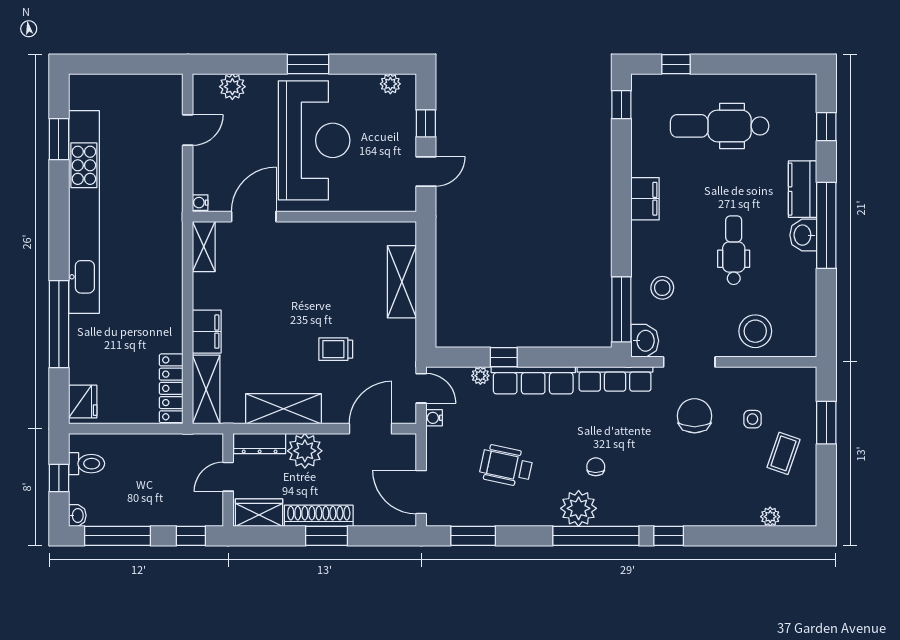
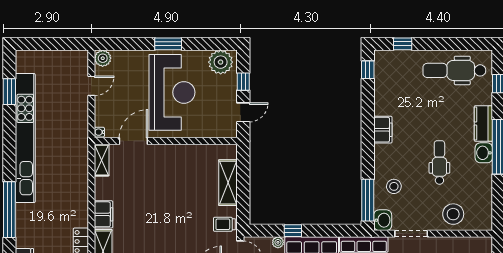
plant: (390, 84) -> (221, 62), width x1.88, depth x1.88
plant: (232, 87) -> (103, 58), moved
dental chair: (720, 126) -> (454, 70), moved
trolley: (336, 349) -> (224, 224), moved

